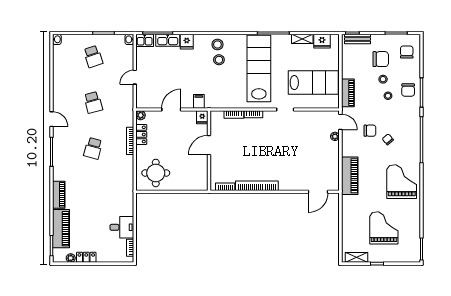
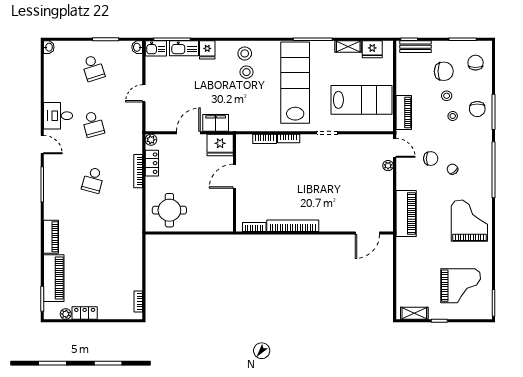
filing cabinet: (199, 101) -> (216, 123), width x2.00
fridge: (202, 117) -> (220, 145), width x1.88, depth x1.34
desk: (122, 227) -> (58, 116), moved, turned 180
grand piano: (384, 228) -> (461, 286), moved, turned 90

